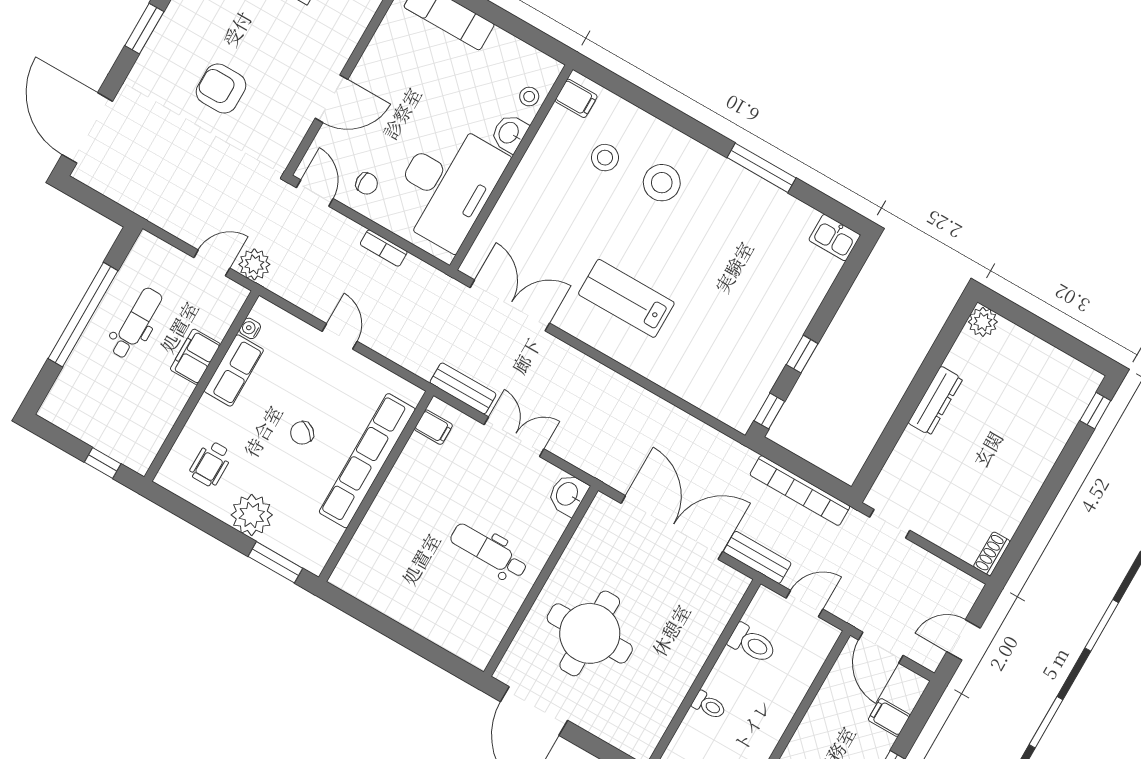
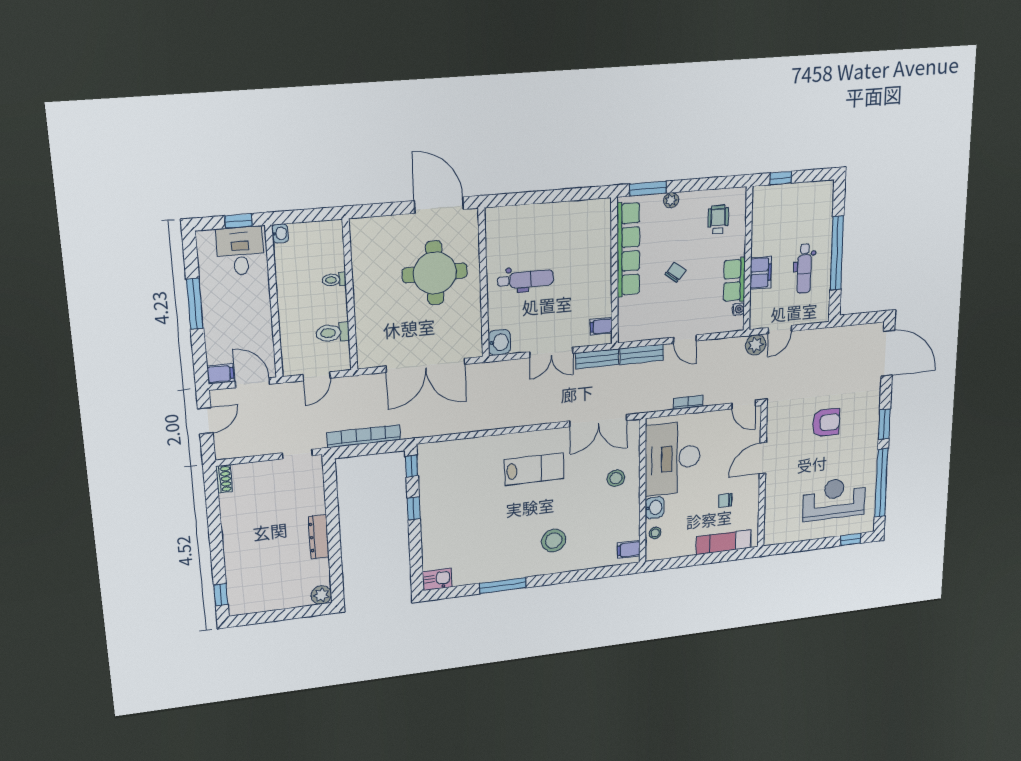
stool: (605, 158) -> (616, 478), moved
chair: (367, 184) -> (725, 500), moved
row of seats: (367, 461) -> (628, 249), moved
plant: (252, 515) -> (671, 200), width x0.53, depth x0.53
bench: (757, 557) -> (642, 354), moved
filing cabinet: (889, 718) -> (220, 374), moved

